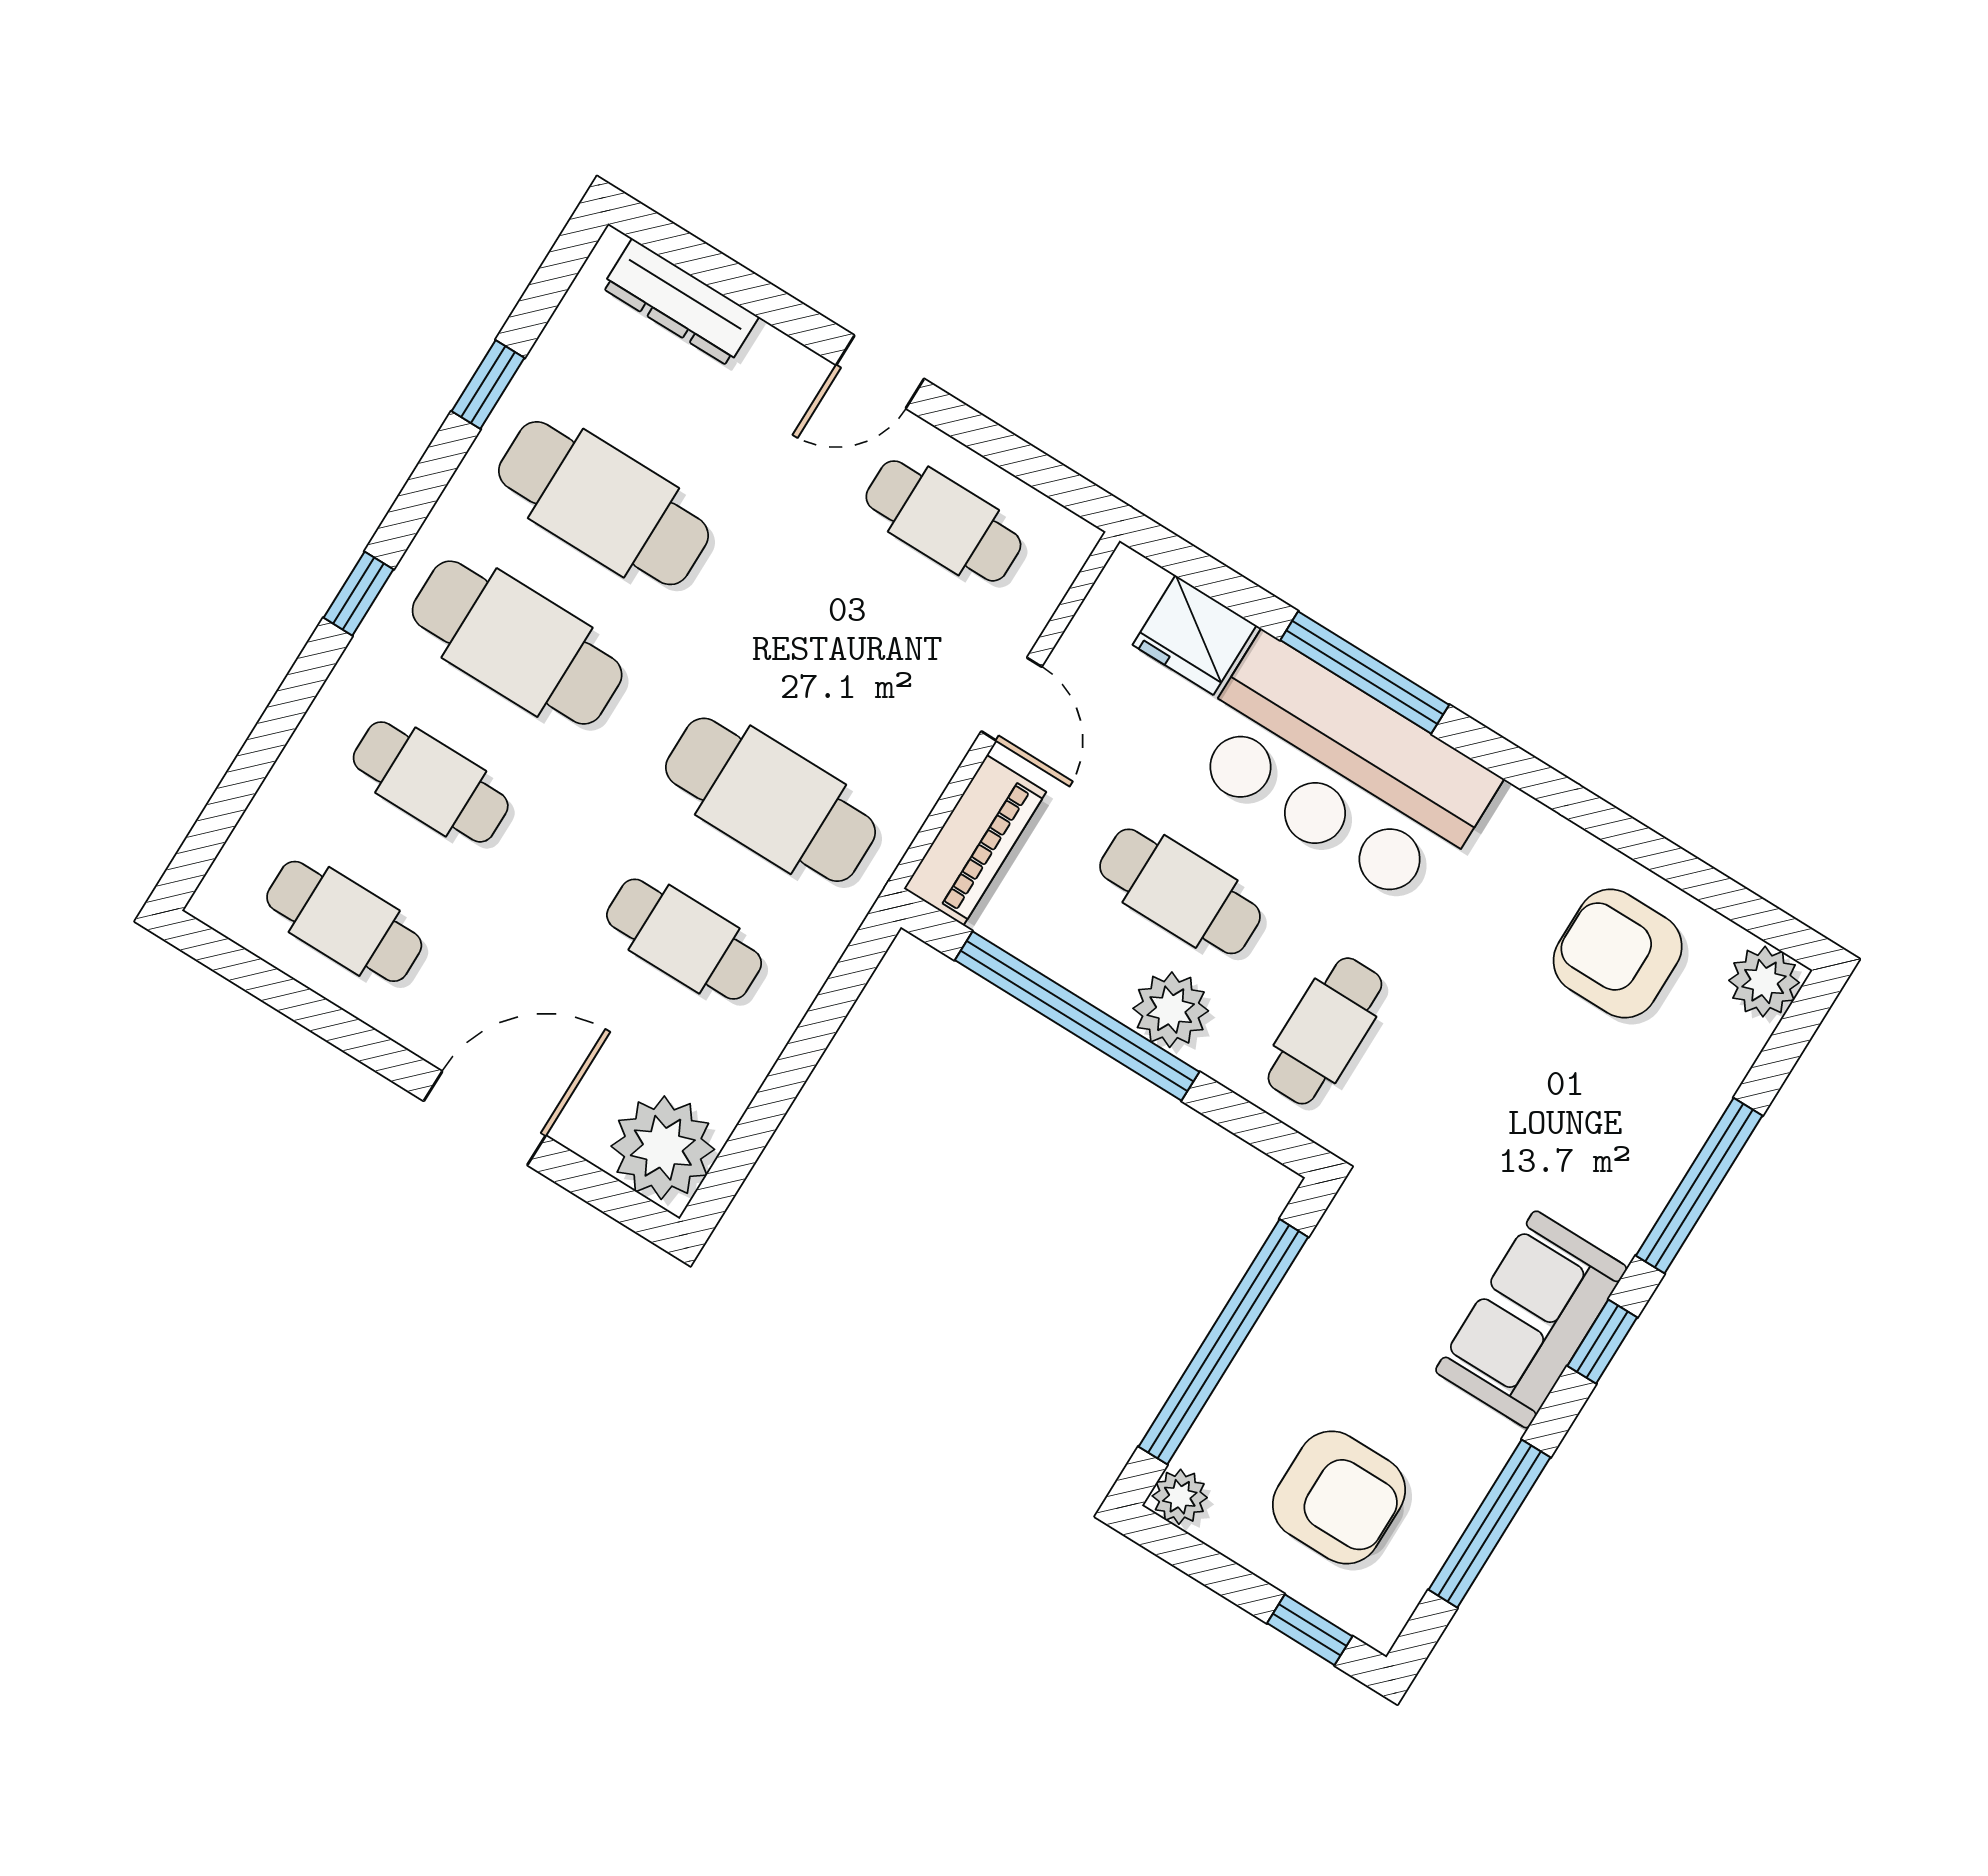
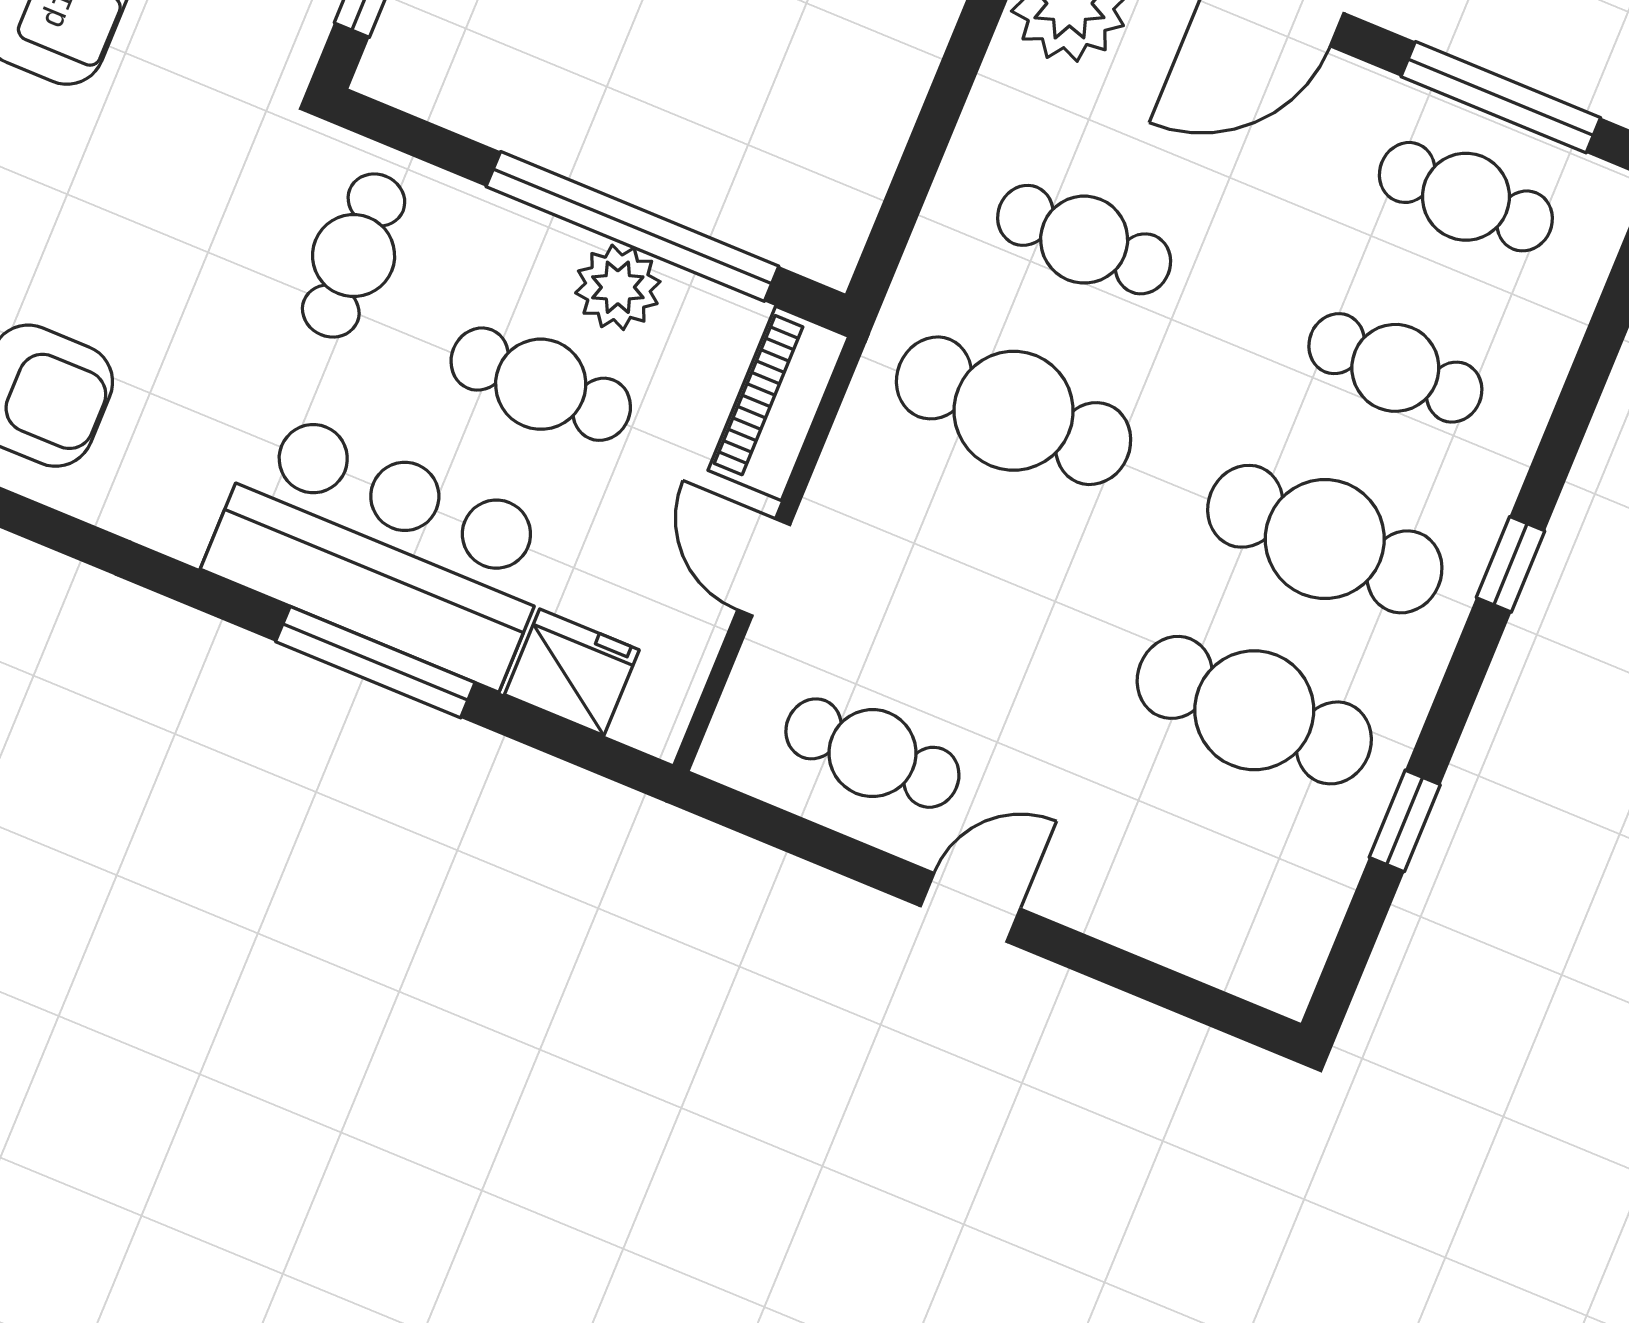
dresser: (680, 302) -> (1206, 948), removed
window: (299, 1003) -> (1501, 97), added
plant: (1171, 1010) -> (618, 287), moved

